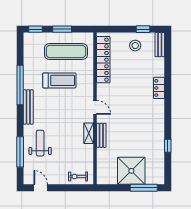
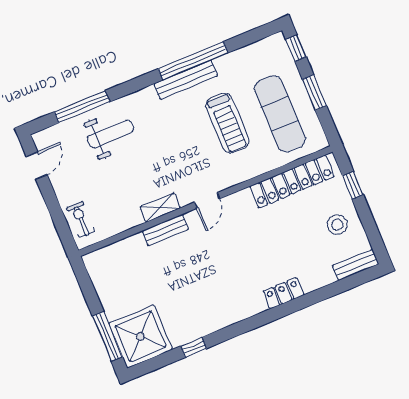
window: (143, 29) -> (353, 185), moved
bench: (28, 107) -> (186, 80), moved
shower: (131, 171) -> (140, 336), moved

